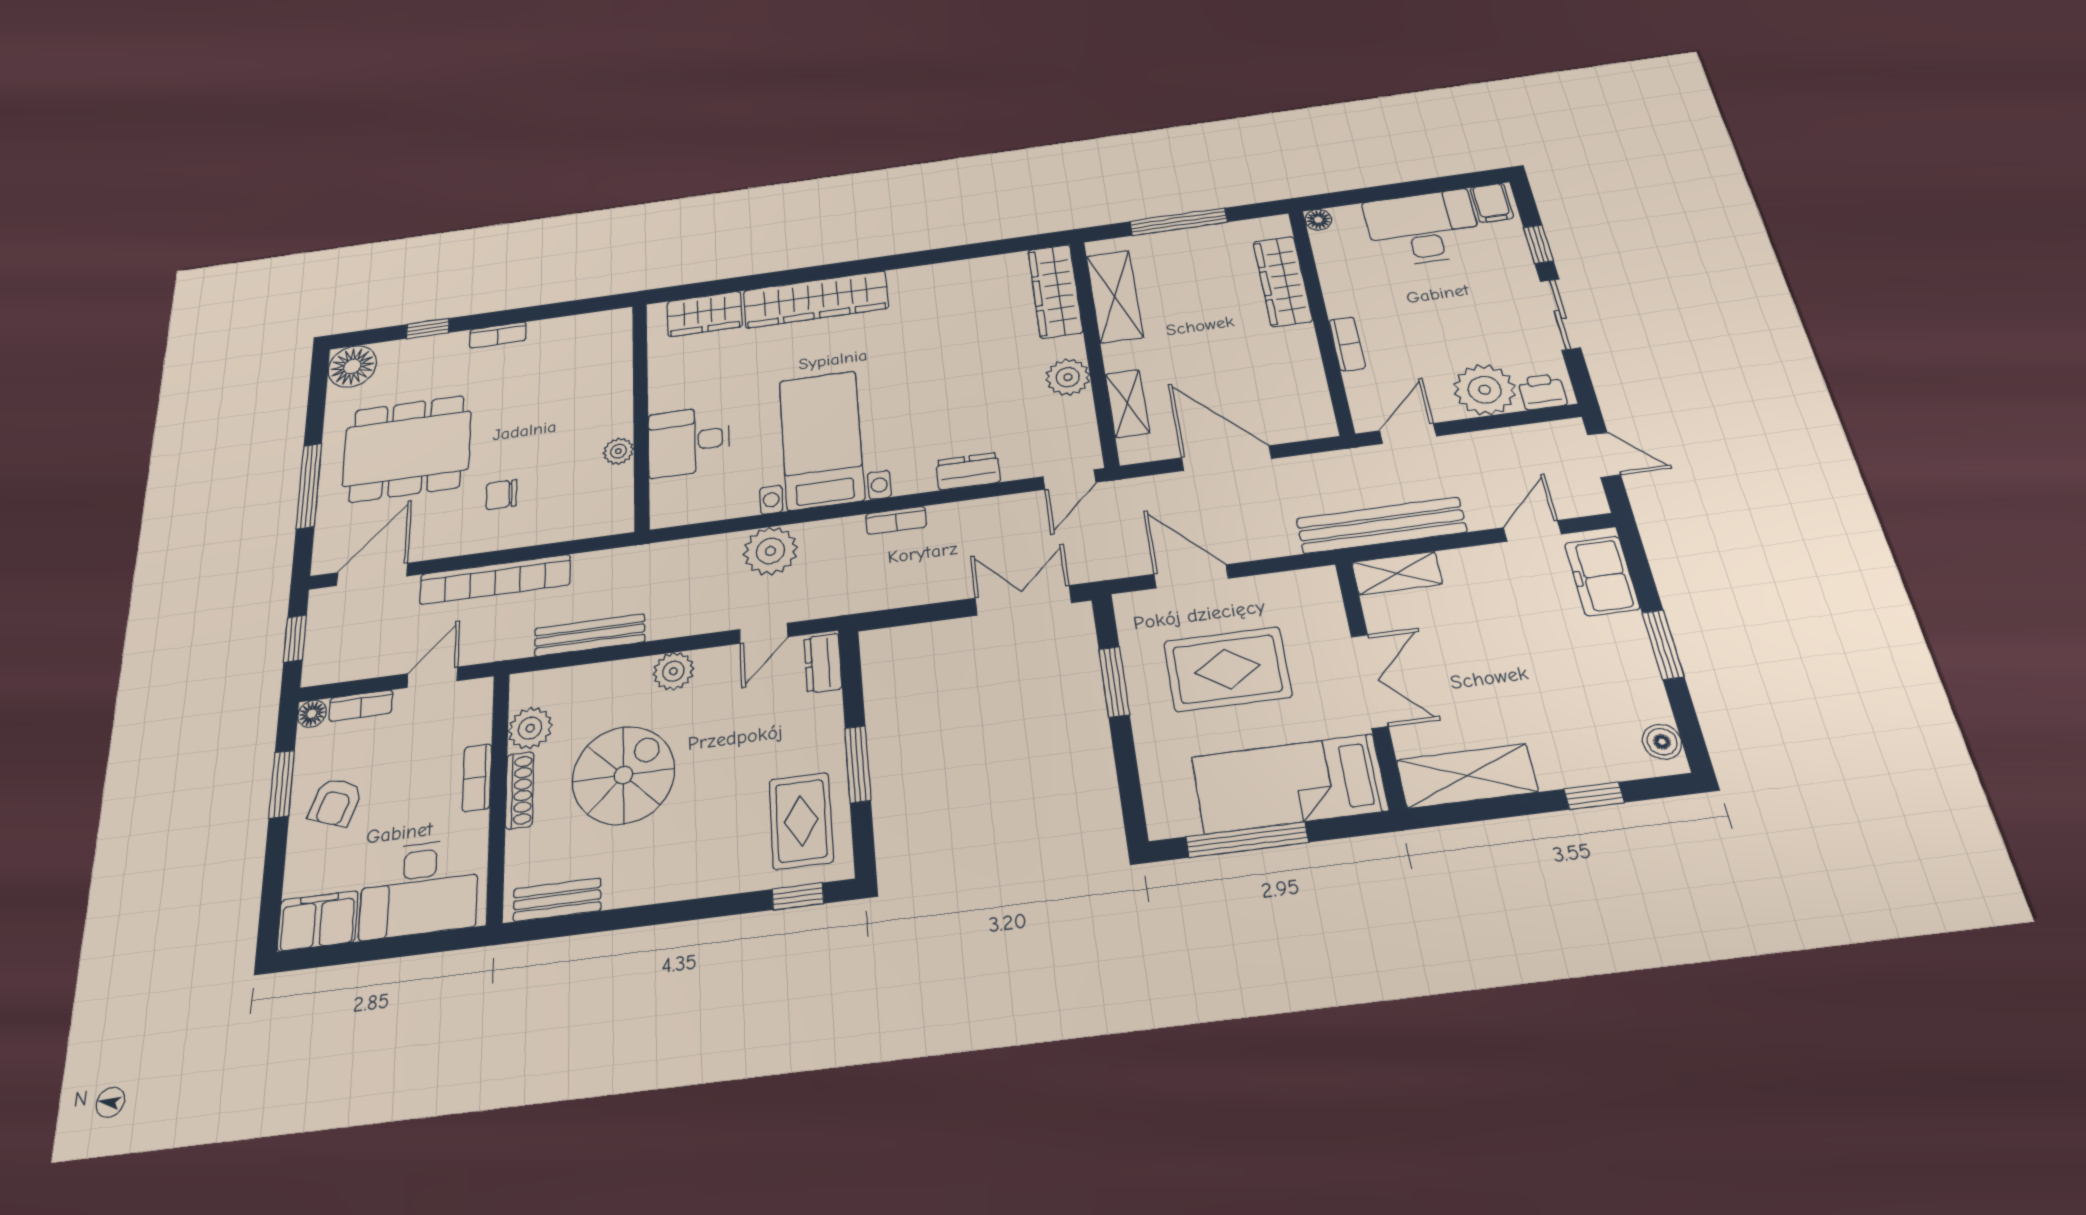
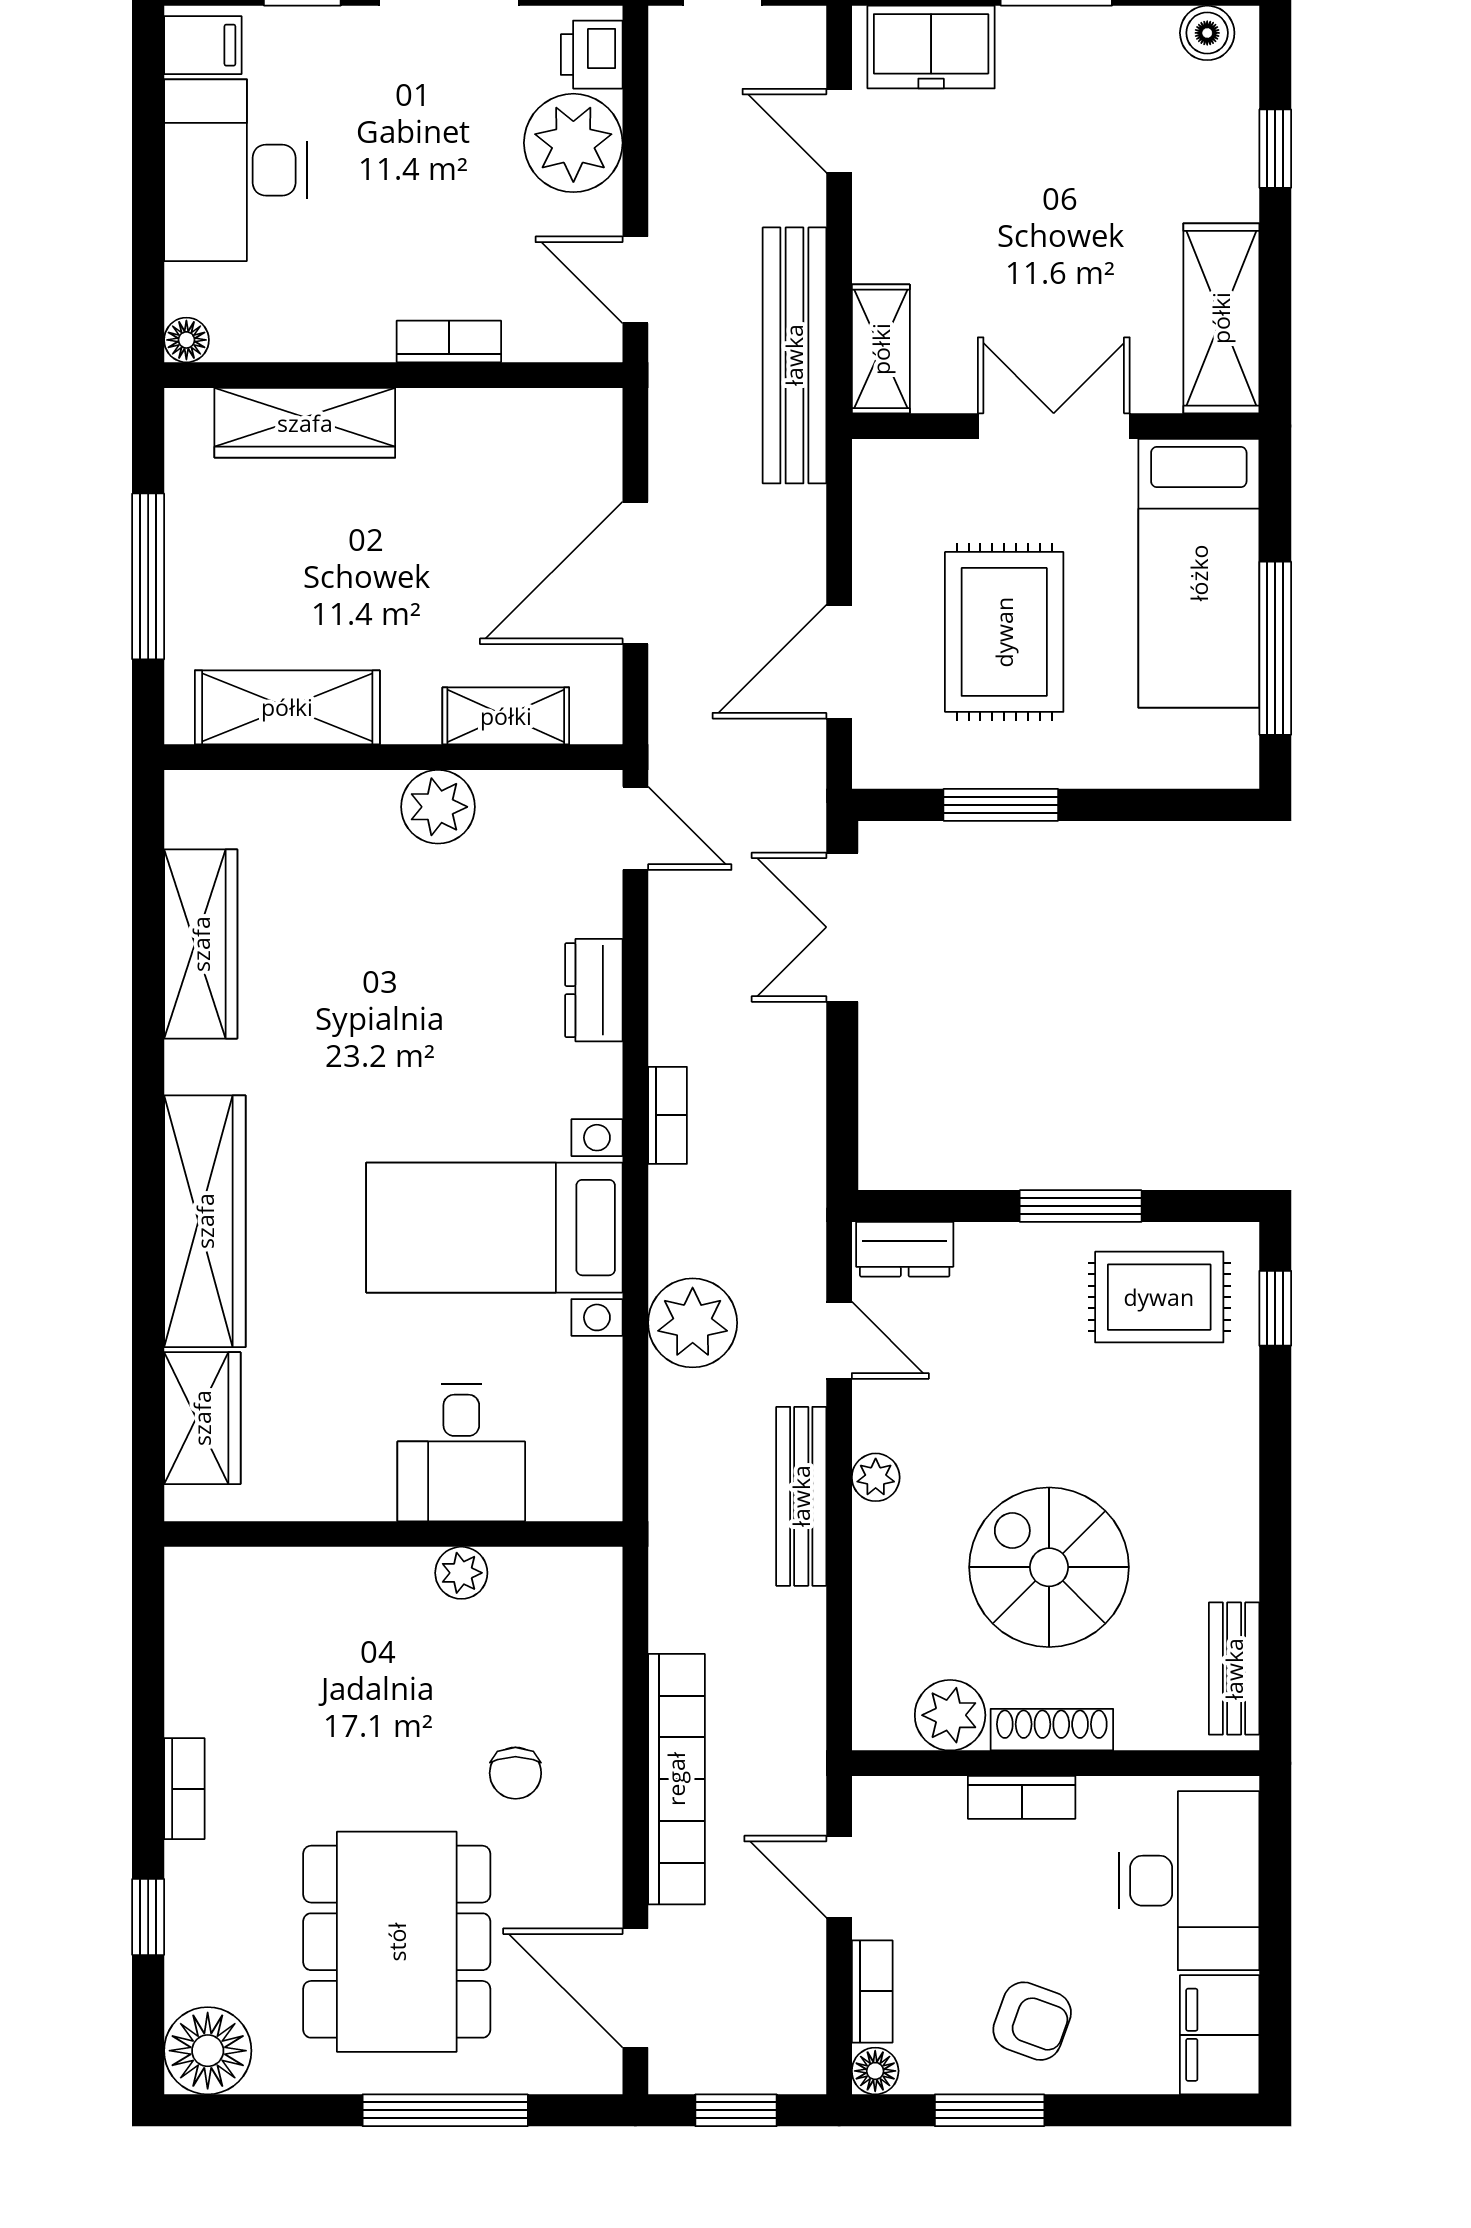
wardrobe: (1055, 291) -> (201, 944), moved, turned -90
bench: (590, 635) -> (801, 1496), moved
plant: (673, 671) -> (876, 1477), width x0.73, depth x0.73

